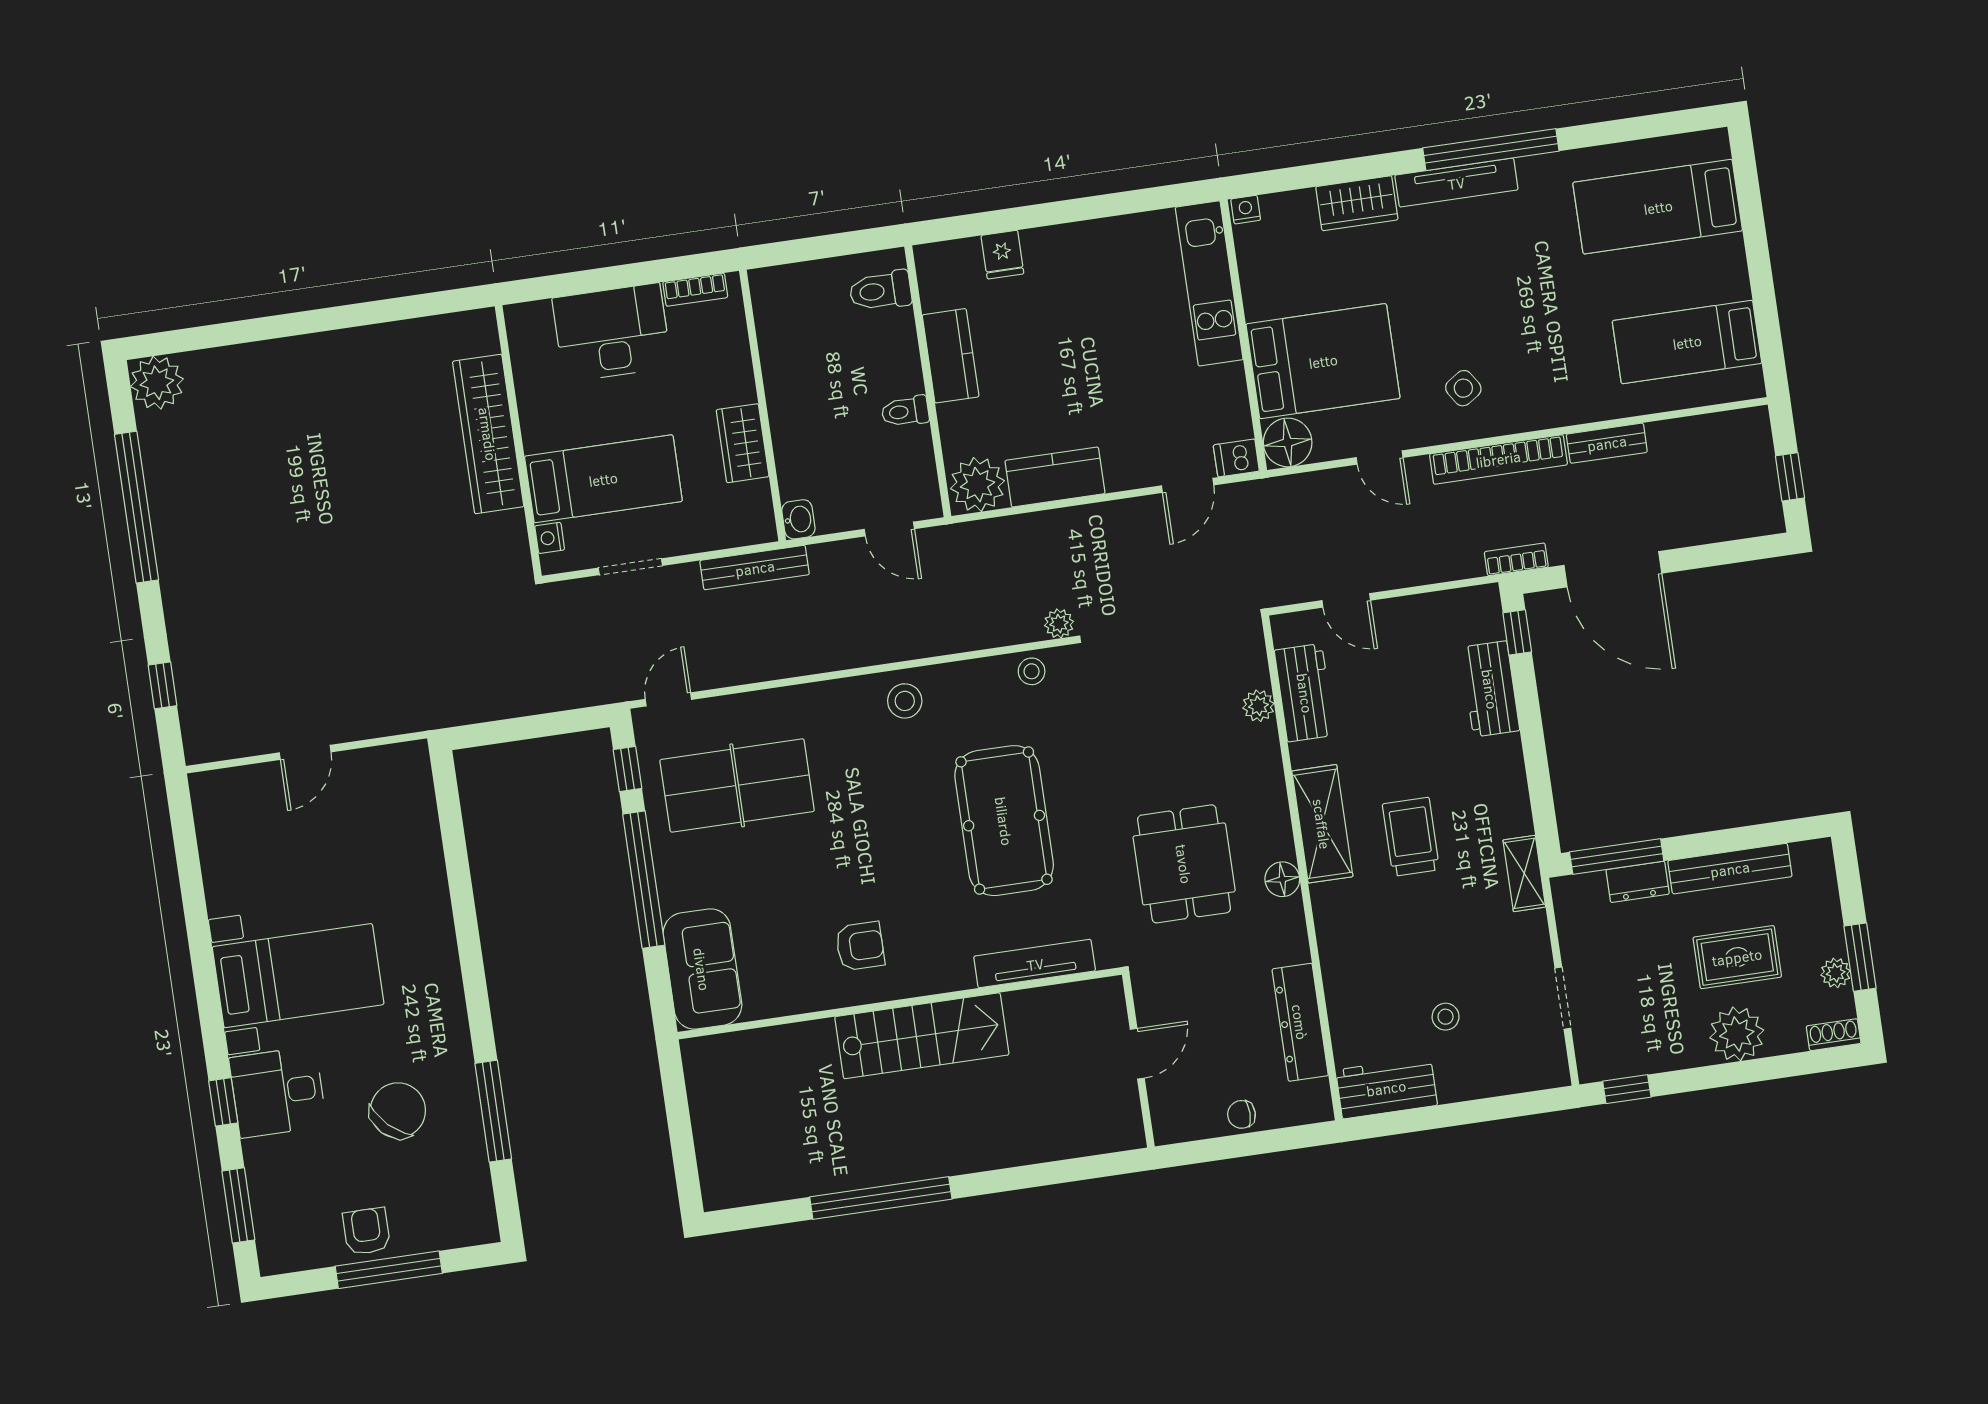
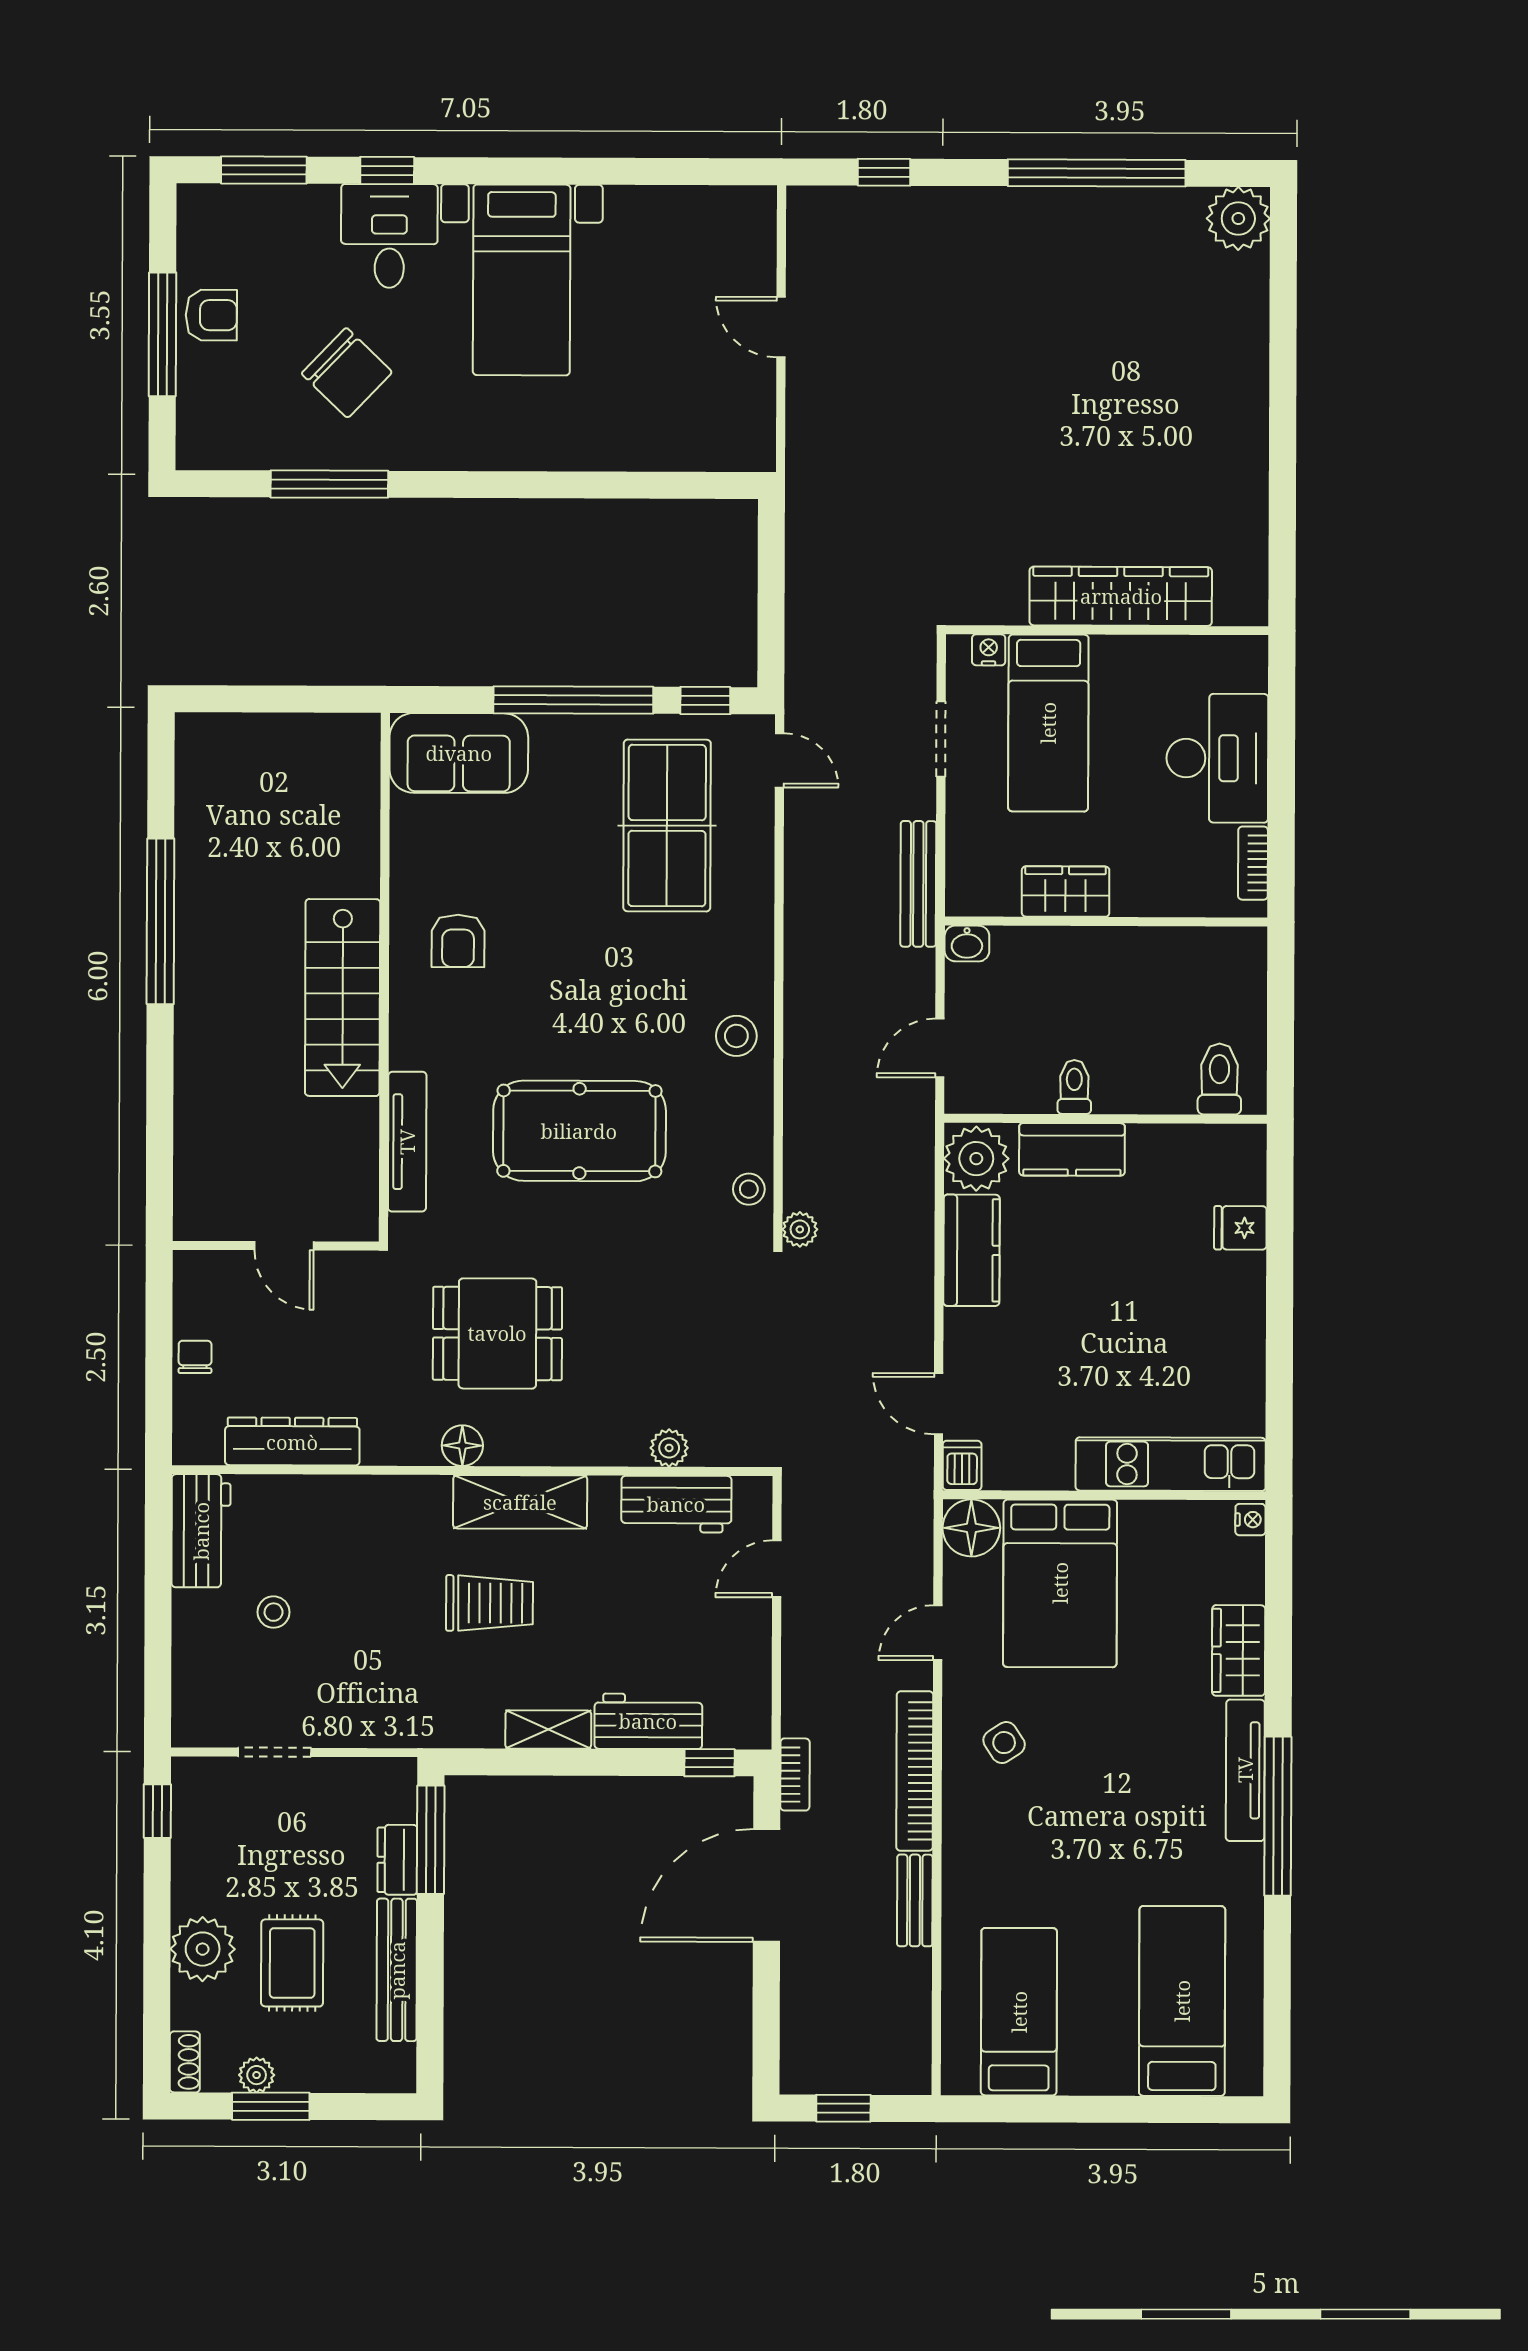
kitchen counter: (951, 356) -> (1072, 1149), moved
shelving: (1524, 873) -> (548, 1729), moved

